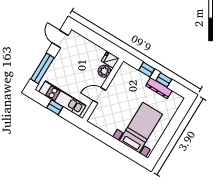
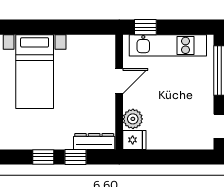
dresser: (159, 88) -> (94, 142), moved
window: (55, 107) -> (145, 27), moved

